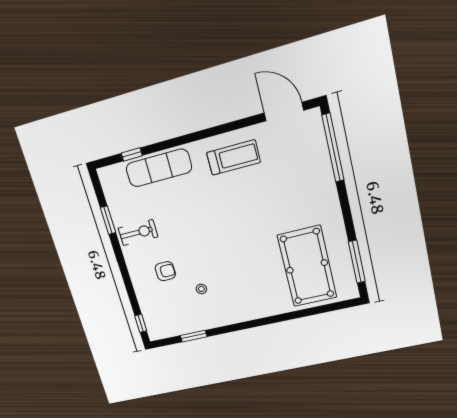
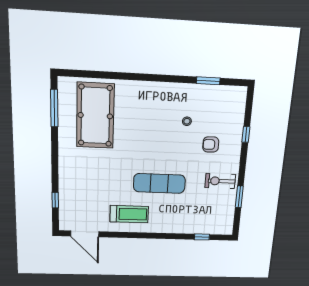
window: (333, 148) -> (55, 200), width x0.32
treadmill: (233, 157) -> (129, 214), turned 180
exercise mat: (159, 168) -> (159, 183), moved
window: (141, 323) -> (246, 134), moved

